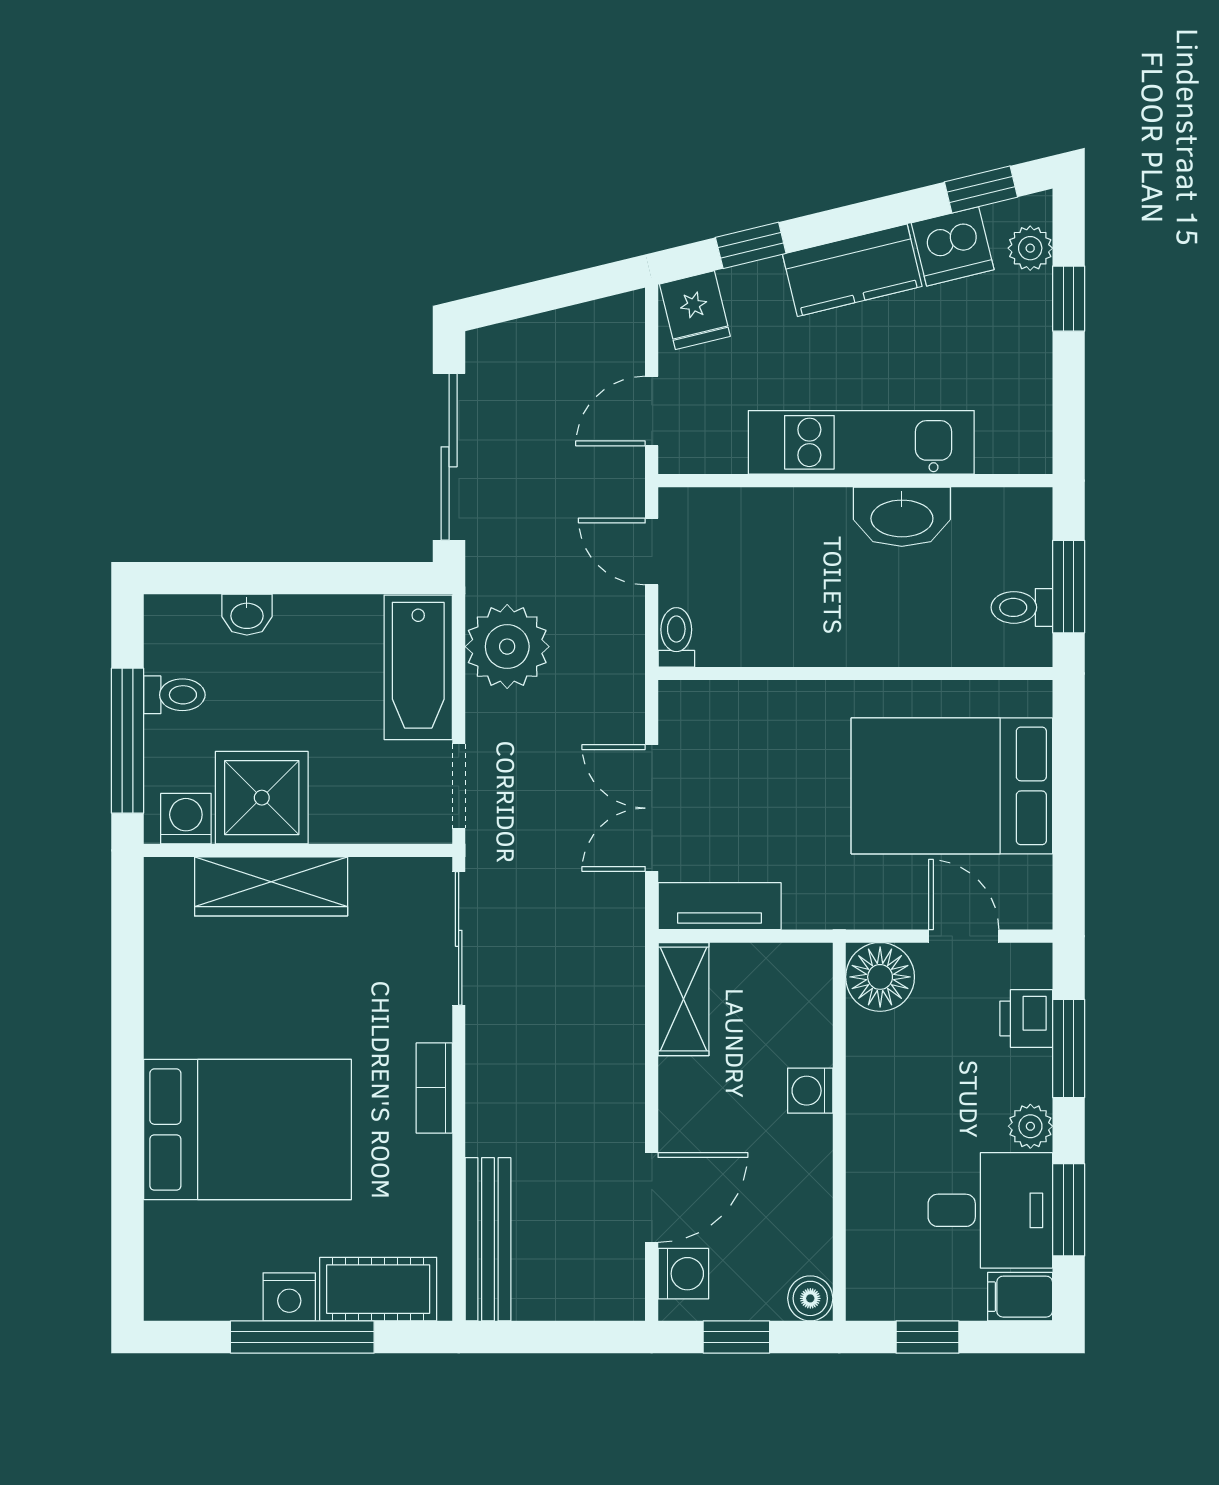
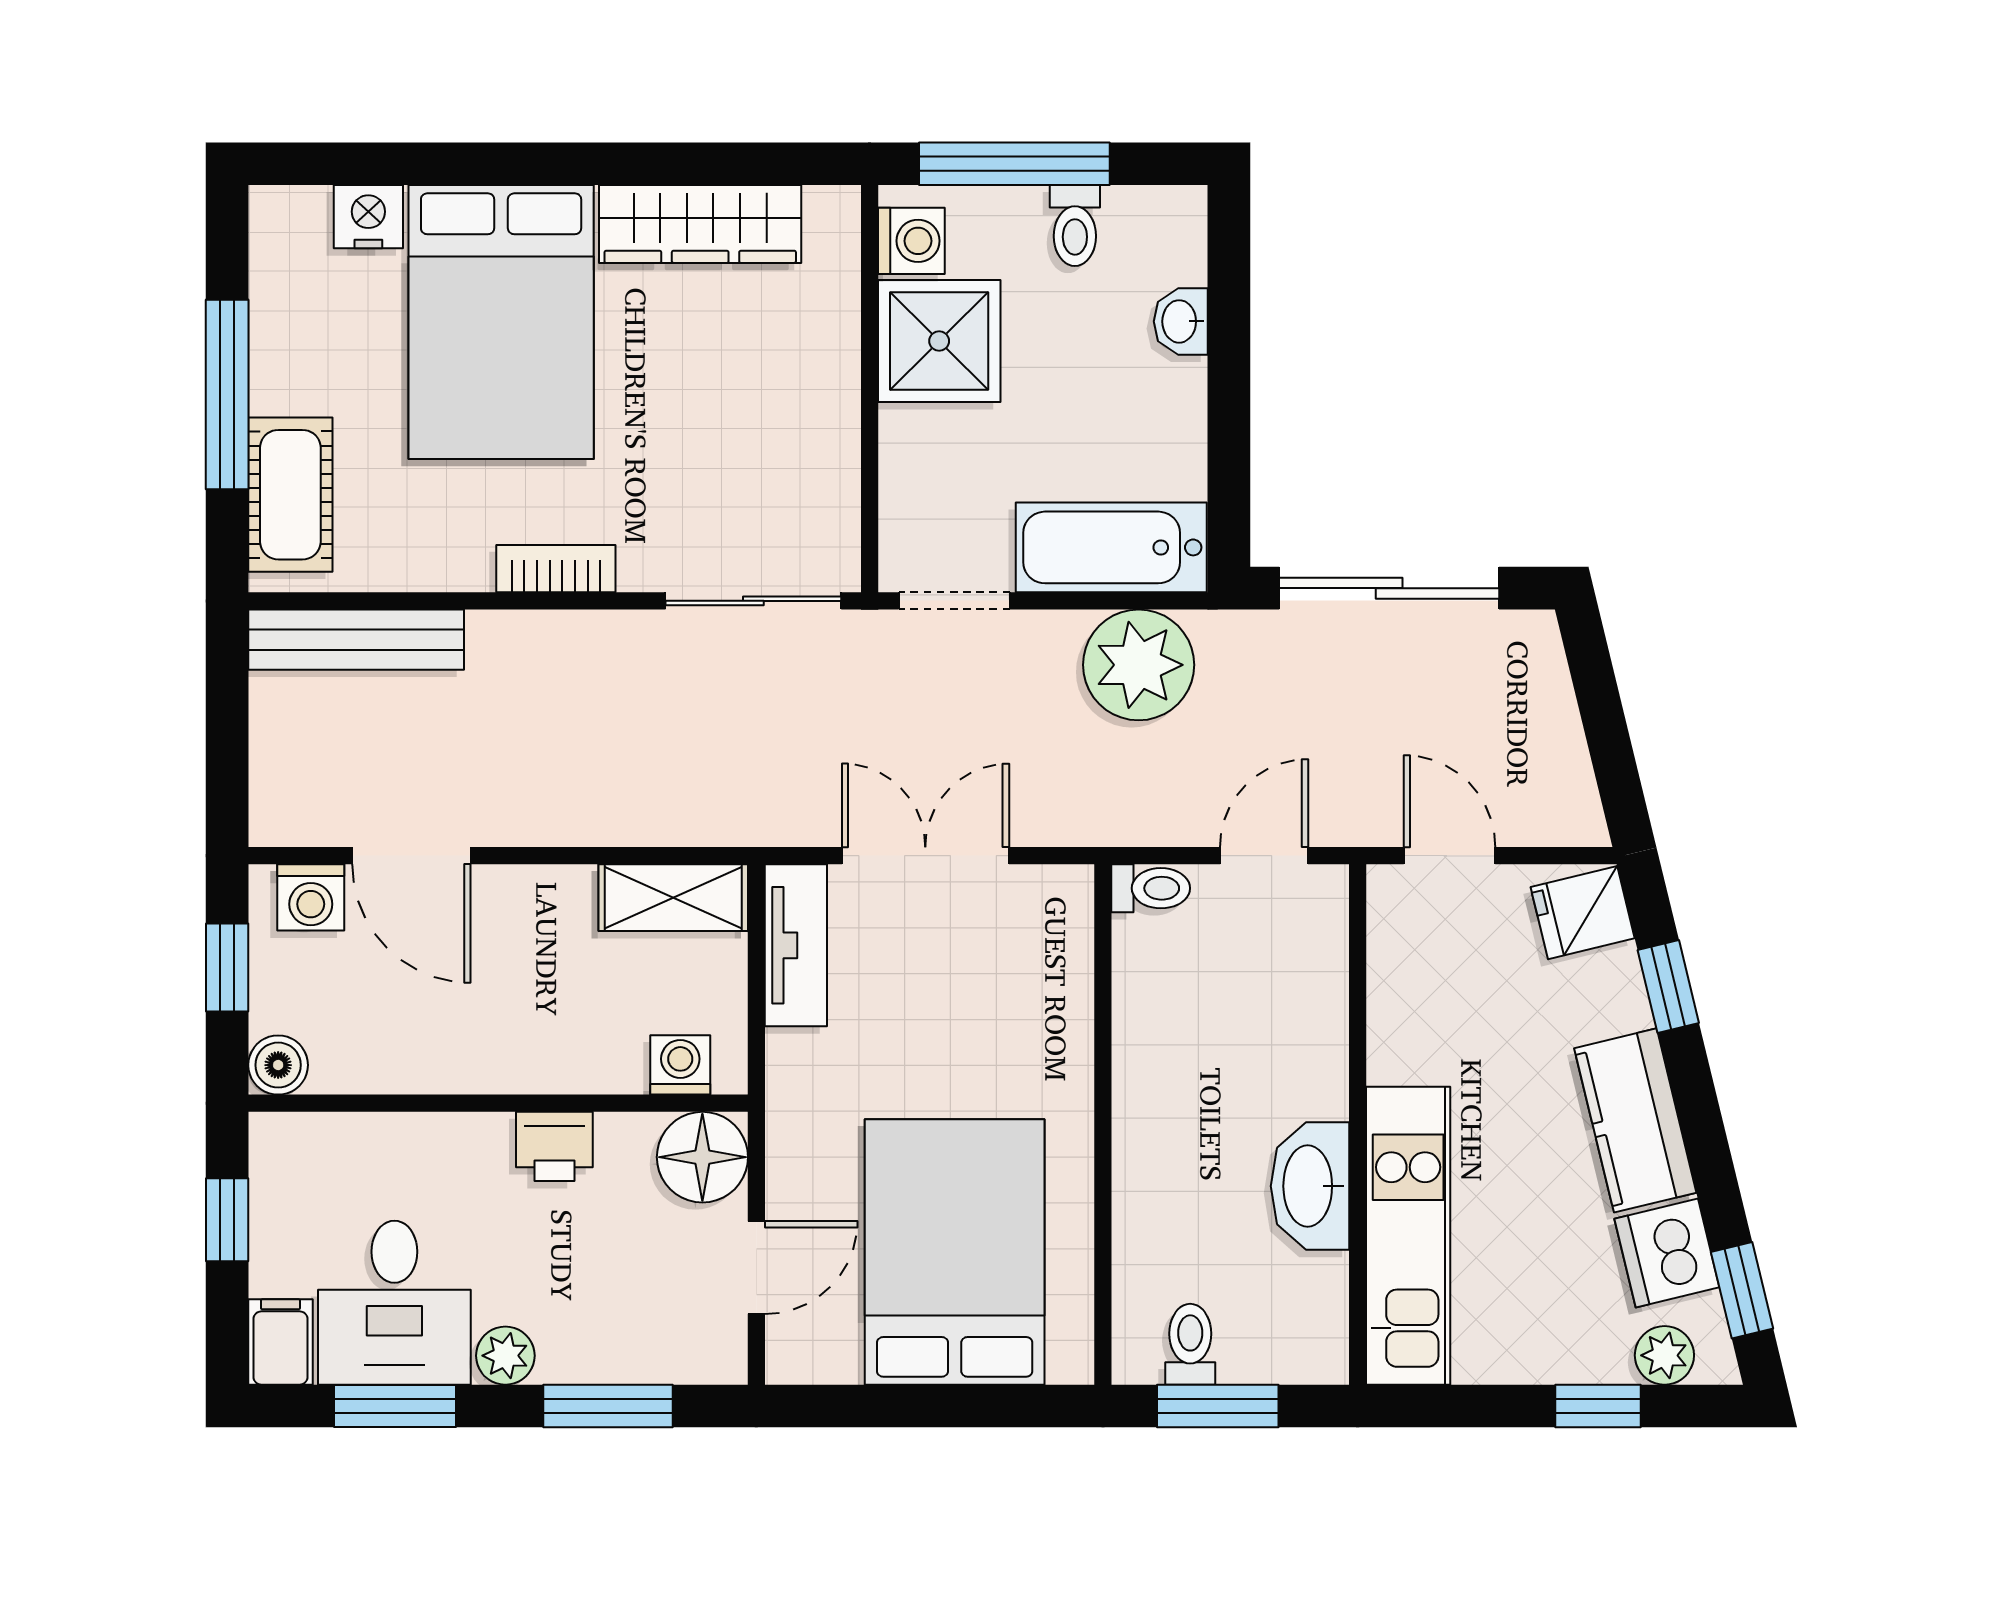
kitchen unit: (861, 442) -> (1408, 1236), moved
wardrobe: (271, 886) -> (700, 224), moved, turned -90
printer: (1026, 1018) -> (554, 1146), moved, turned 180
washing machine: (810, 1091) -> (680, 1065), moved
nightstand: (289, 1297) -> (368, 217), moved, turned 90

